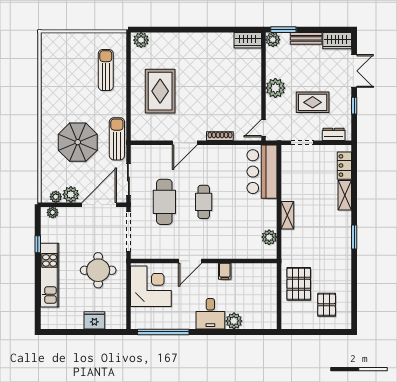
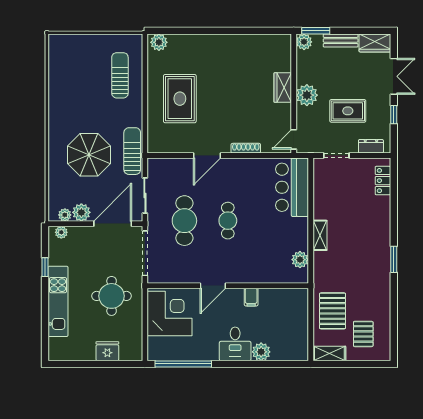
wardrobe: (248, 40) -> (283, 88), moved, turned 90
shelving: (345, 195) -> (329, 354), moved, turned 90

